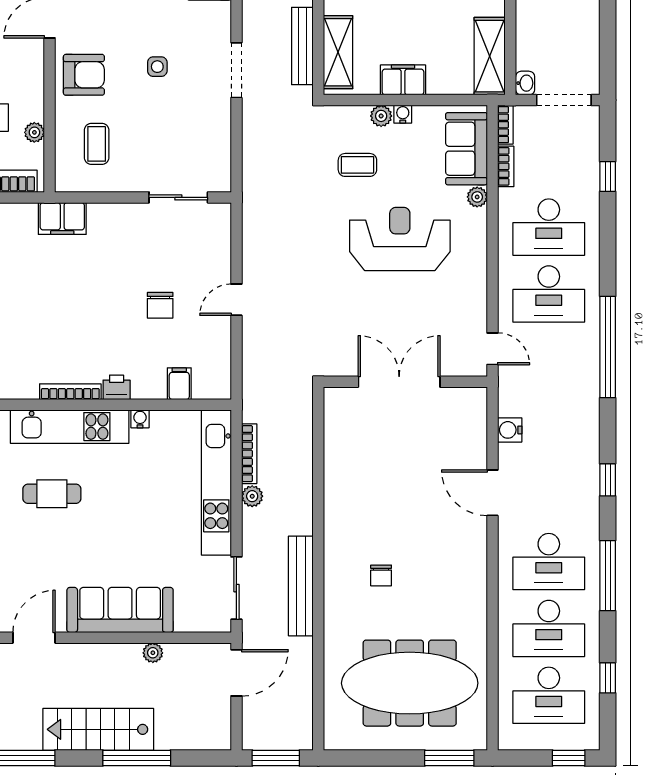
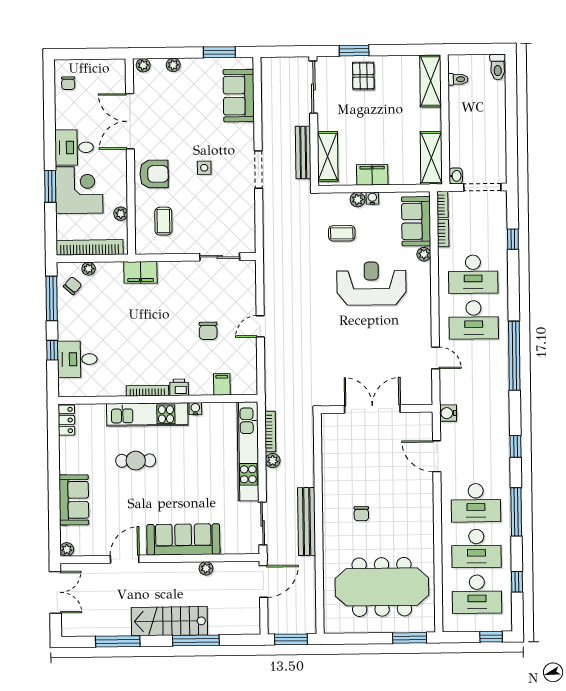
double door: (399, 382) -> (372, 409), moved
wall: (405, 382) -> (377, 409), moved

